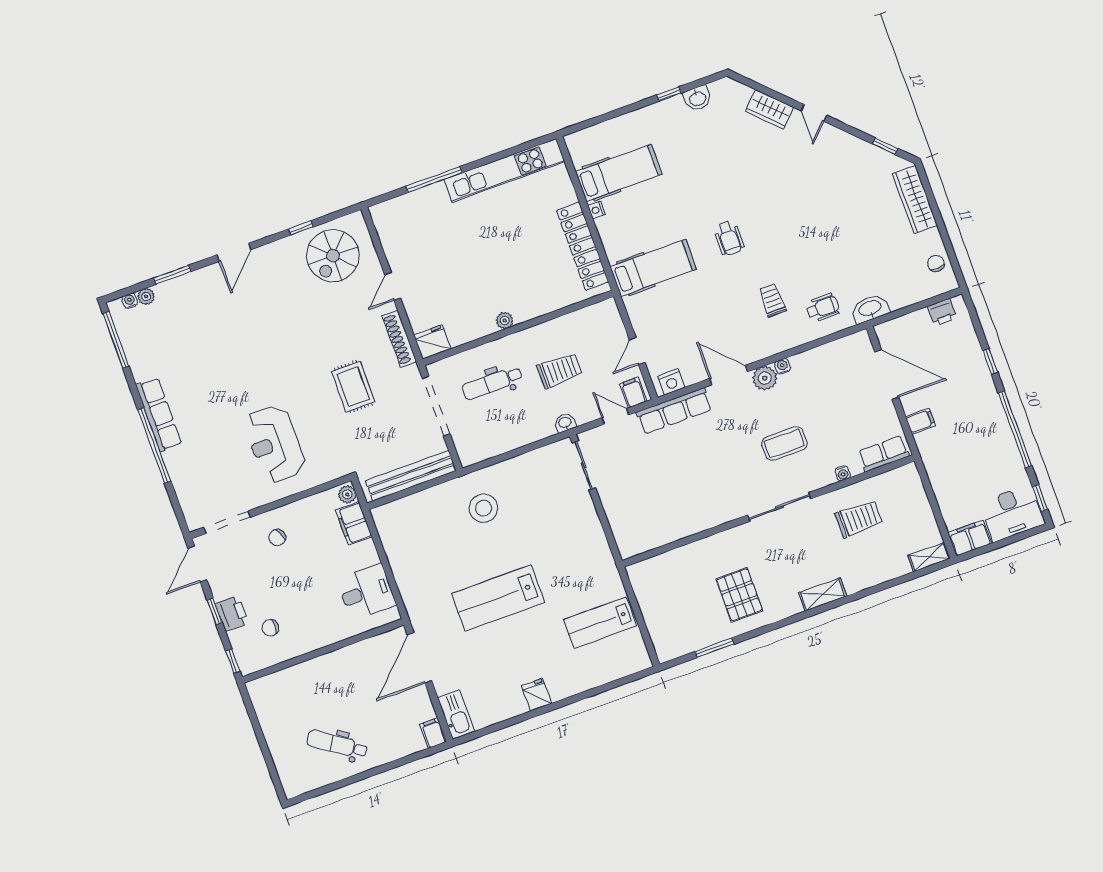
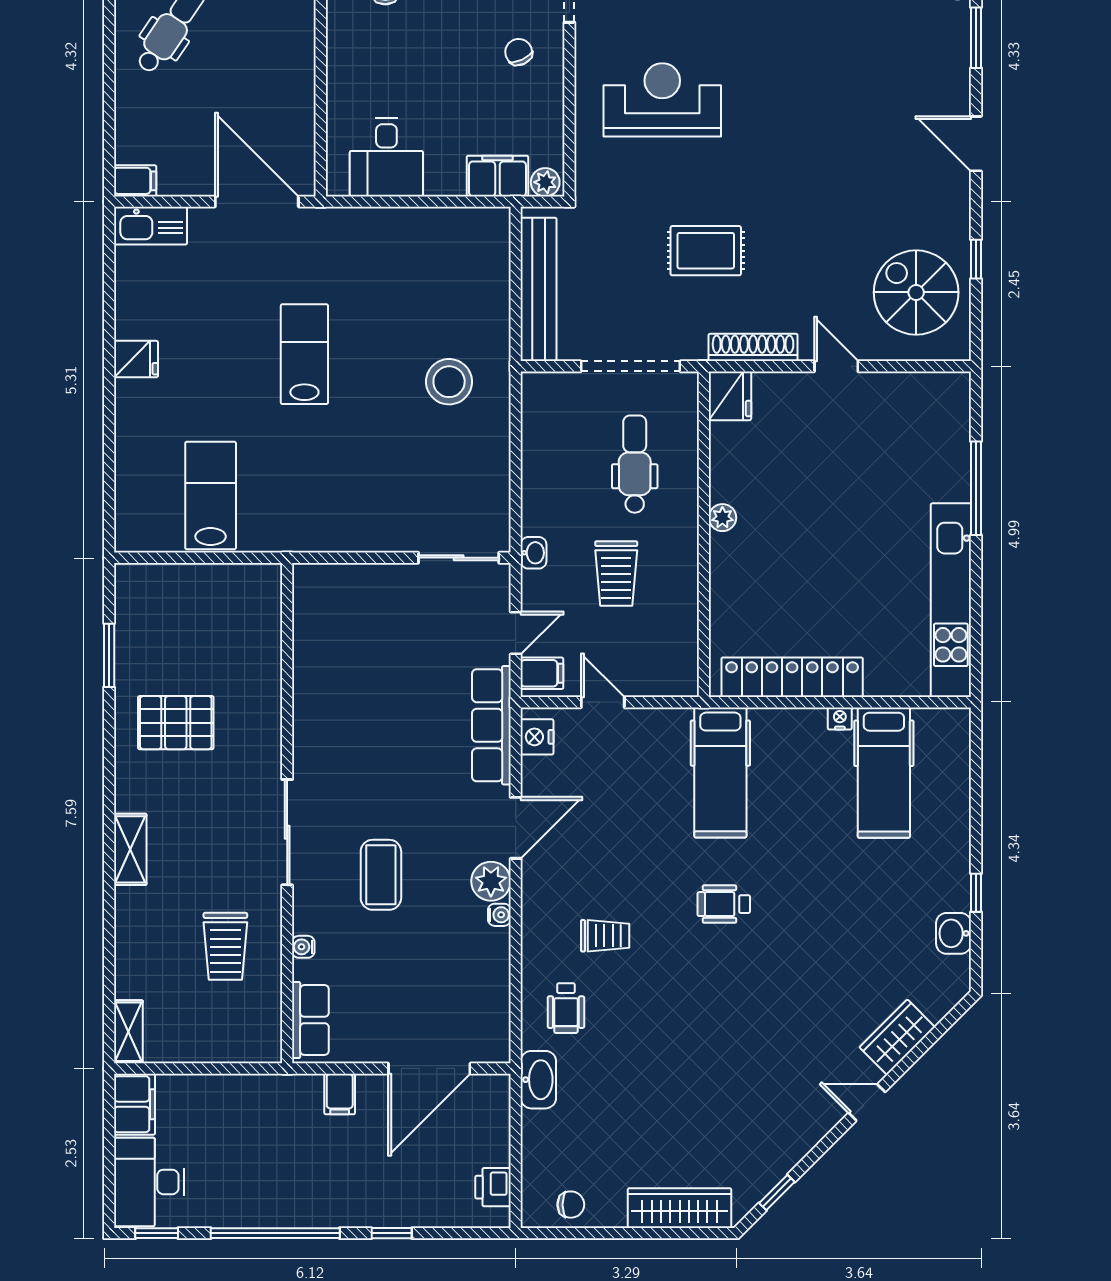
lab bench: (498, 598) -> (304, 354), width x0.73, depth x0.72

